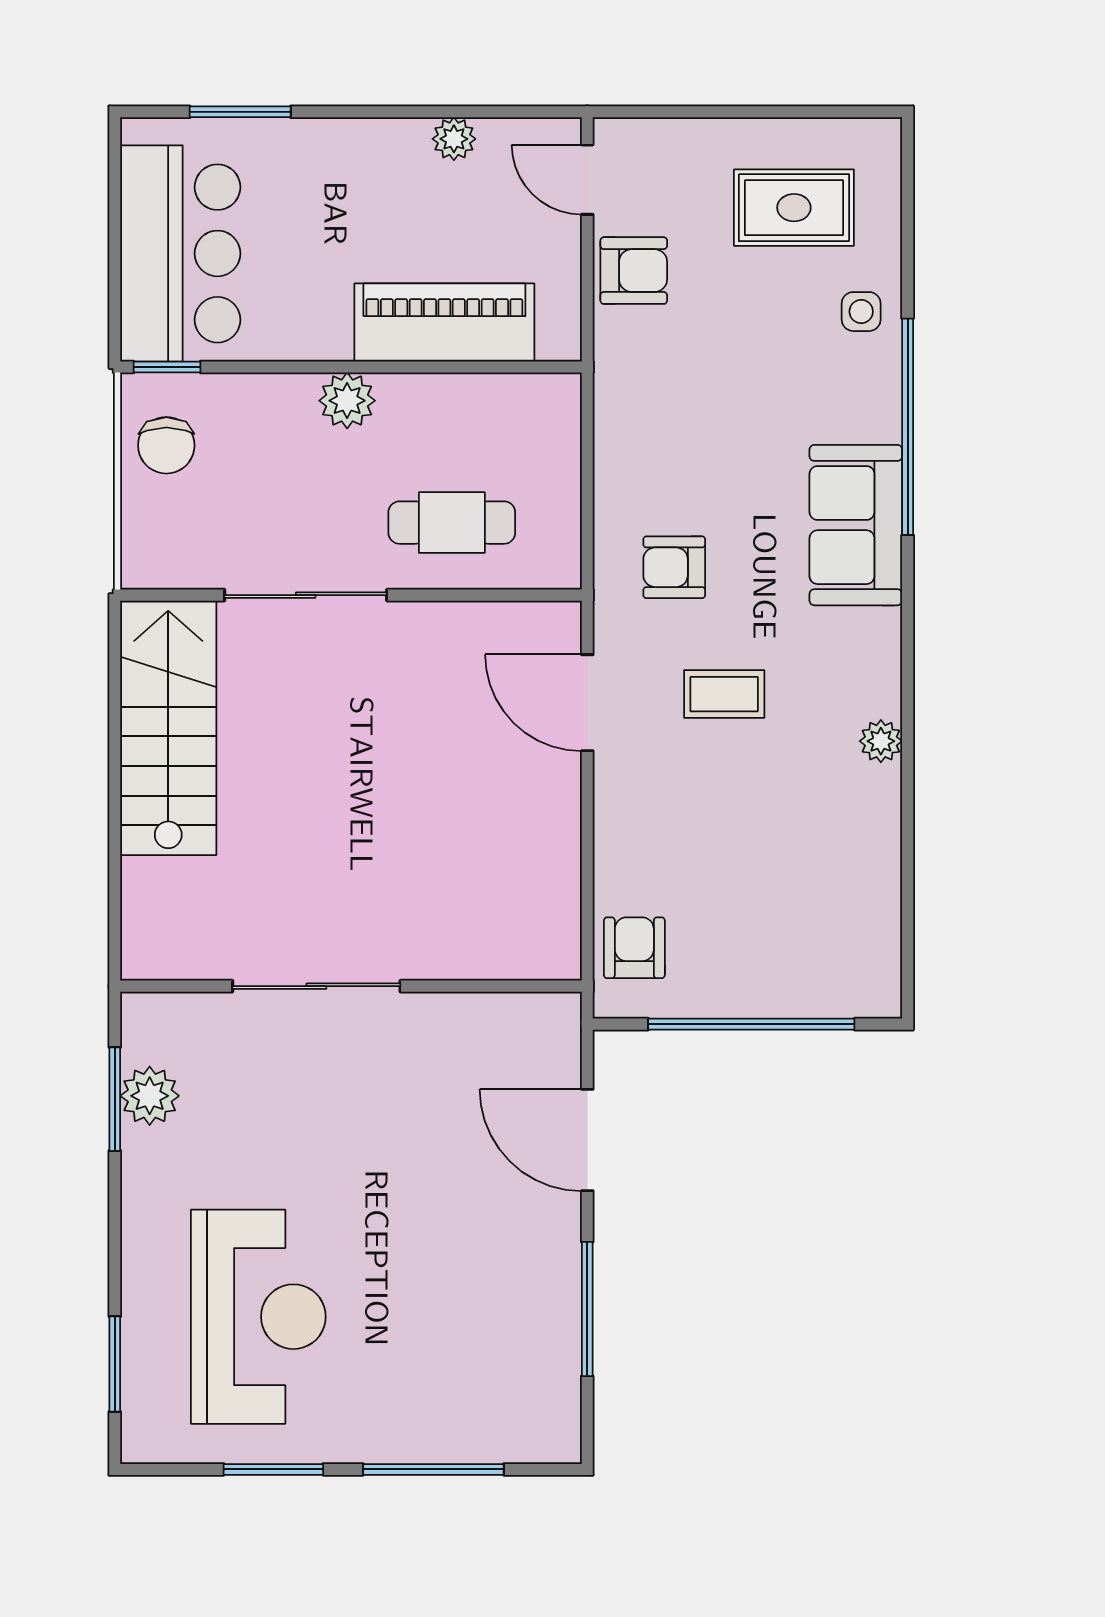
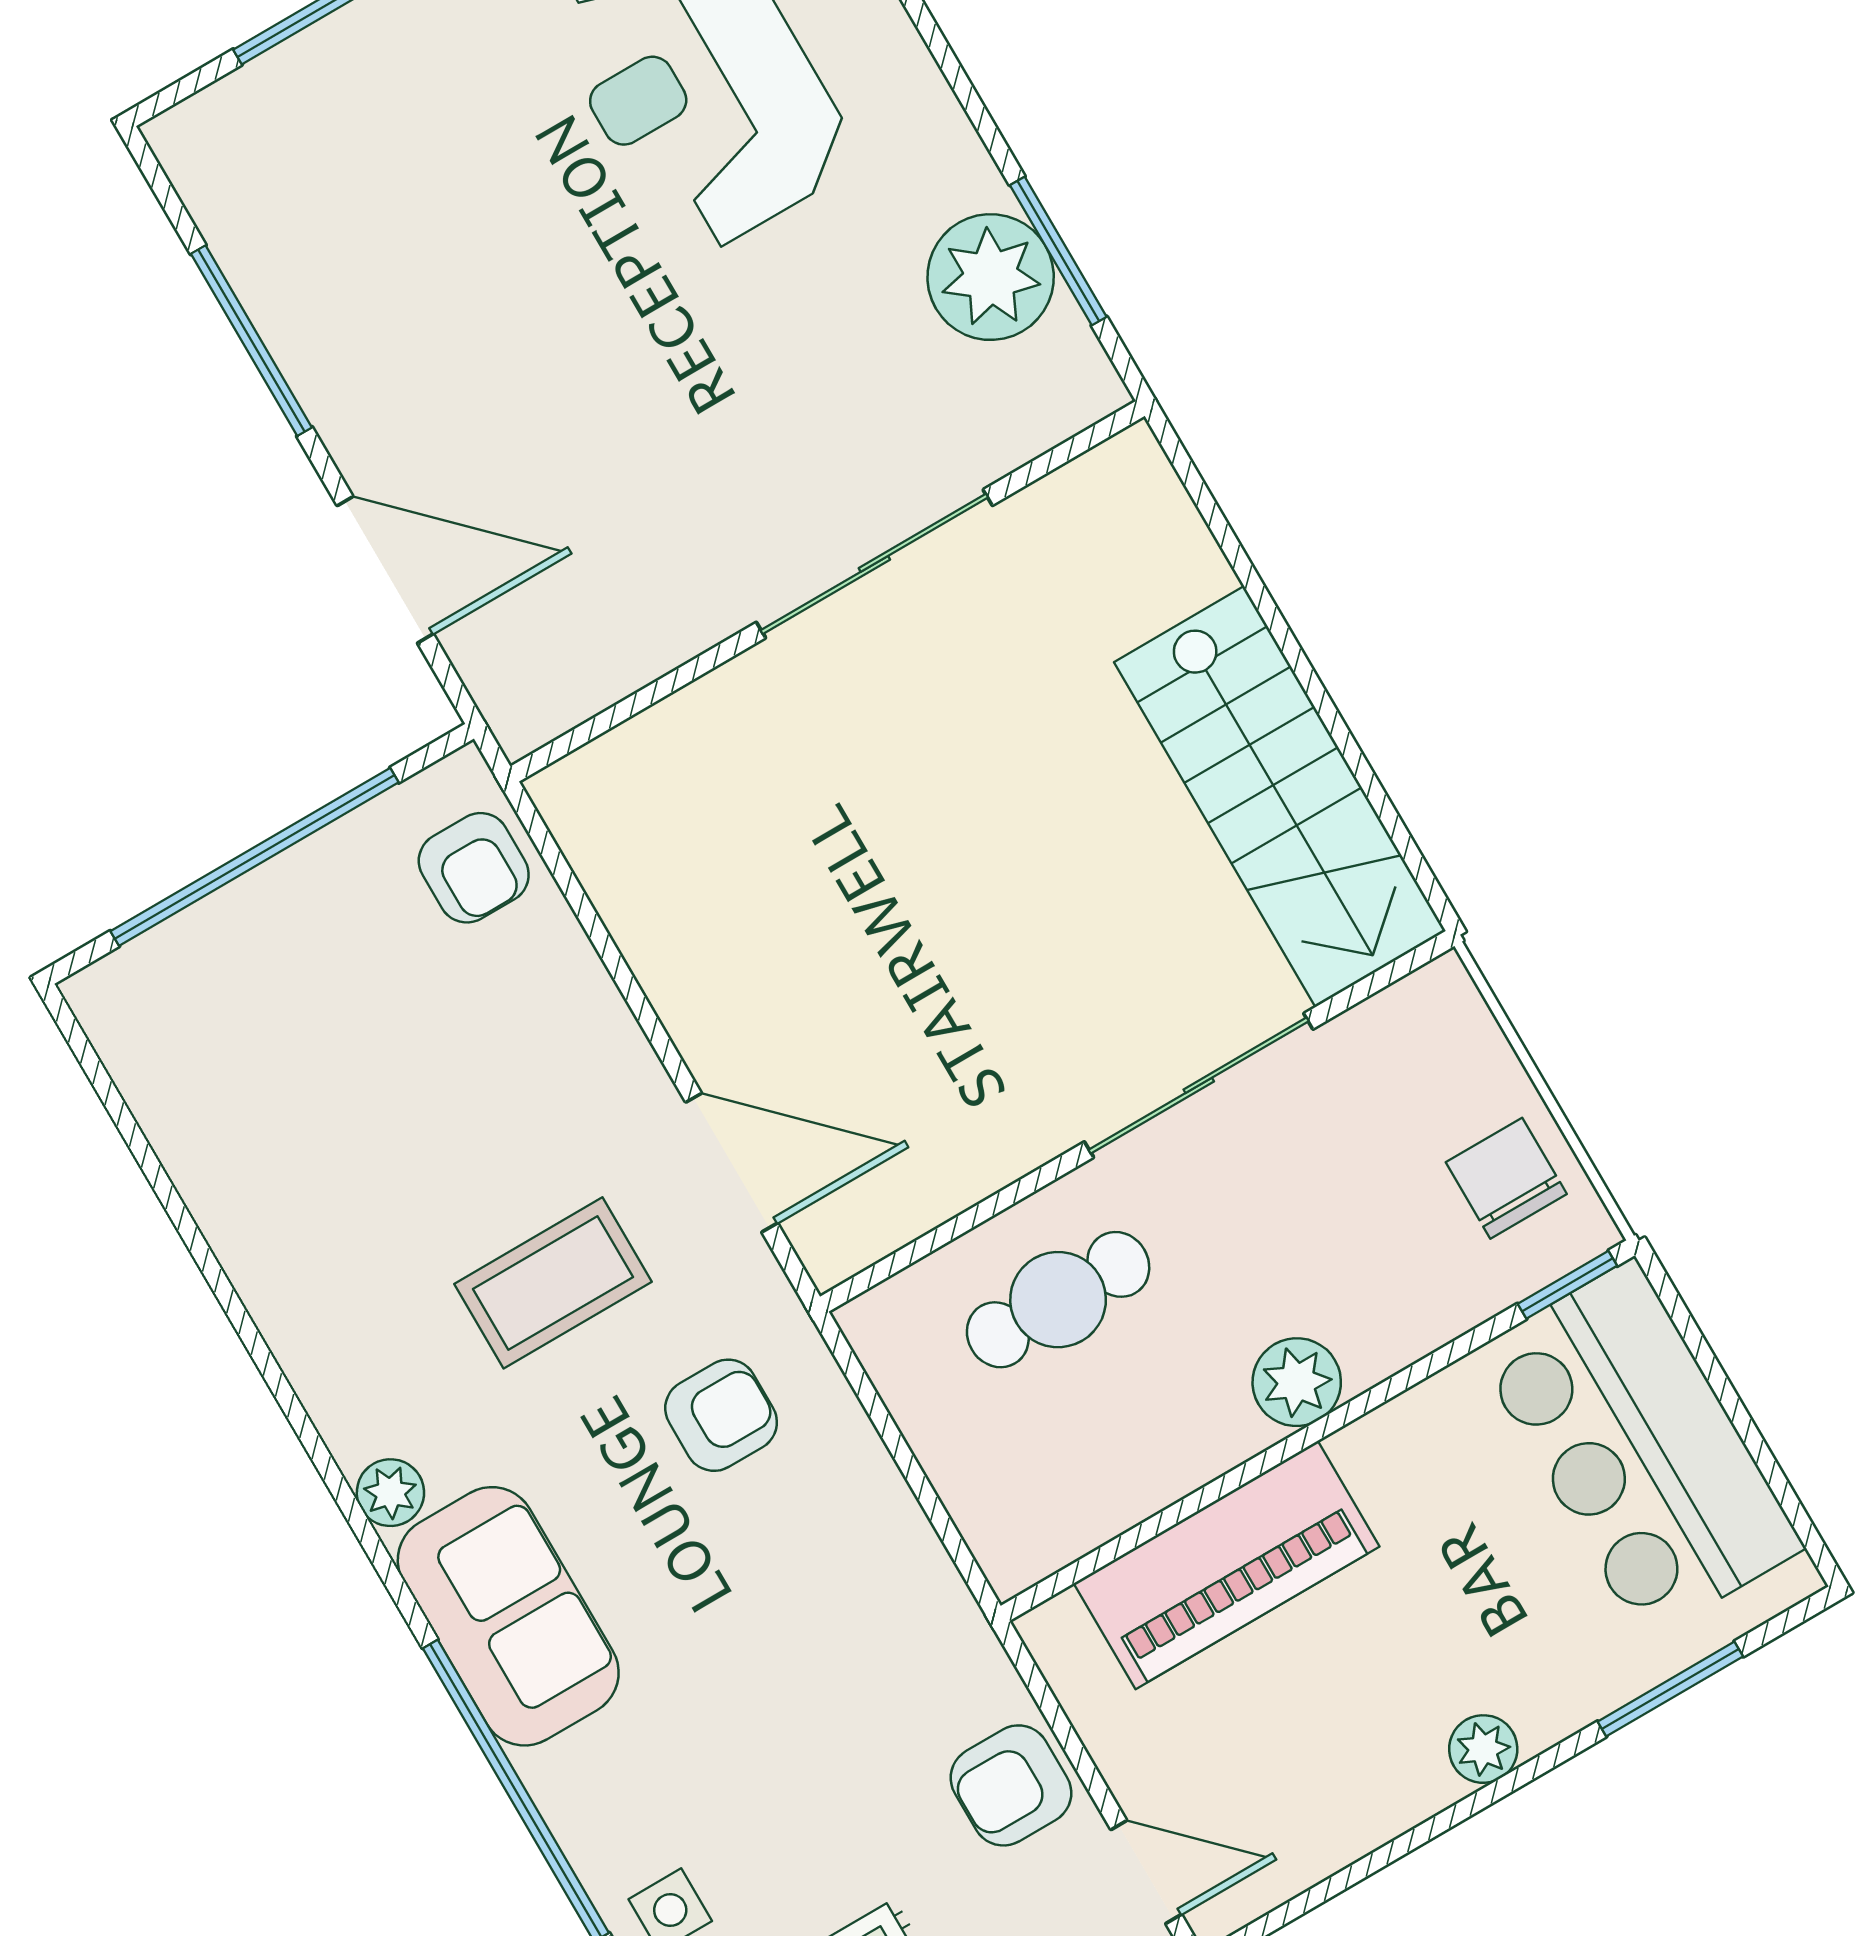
plant: (454, 139) -> (1483, 1749), moved
coffee table: (724, 694) -> (553, 1283), width x1.36, depth x1.30
plant: (881, 741) -> (390, 1493), moved
plant: (150, 1096) -> (991, 277), width x1.36, depth x1.36

